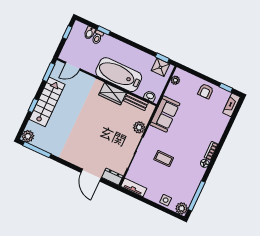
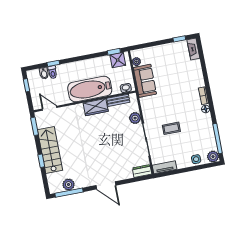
door: (73, 66) -> (50, 108), swing flipped
armchair: (206, 91) -> (166, 53), removed
sofa: (165, 114) -> (145, 81), moved
plant: (28, 136) -> (69, 185), moved
door: (91, 175) -> (106, 185), moved

